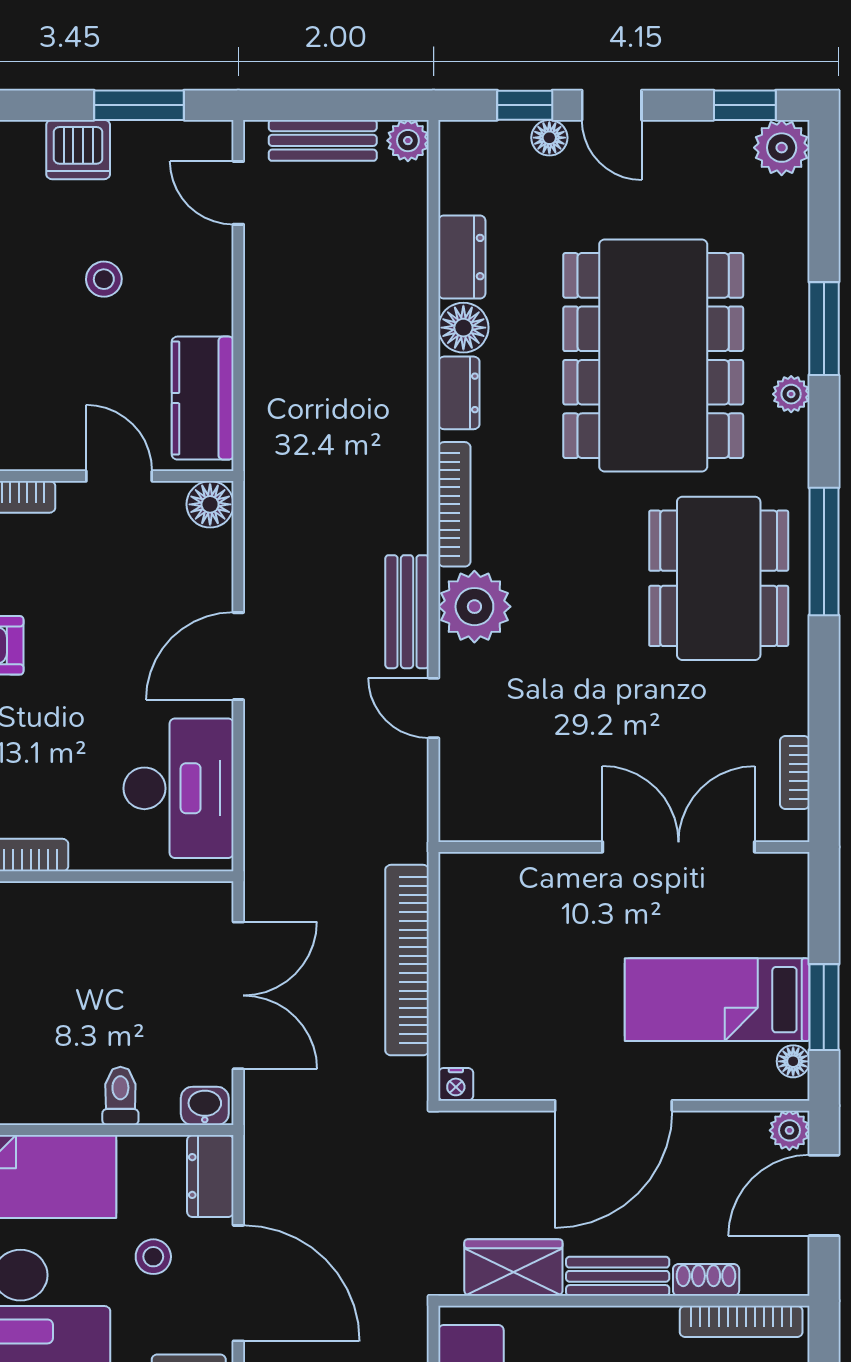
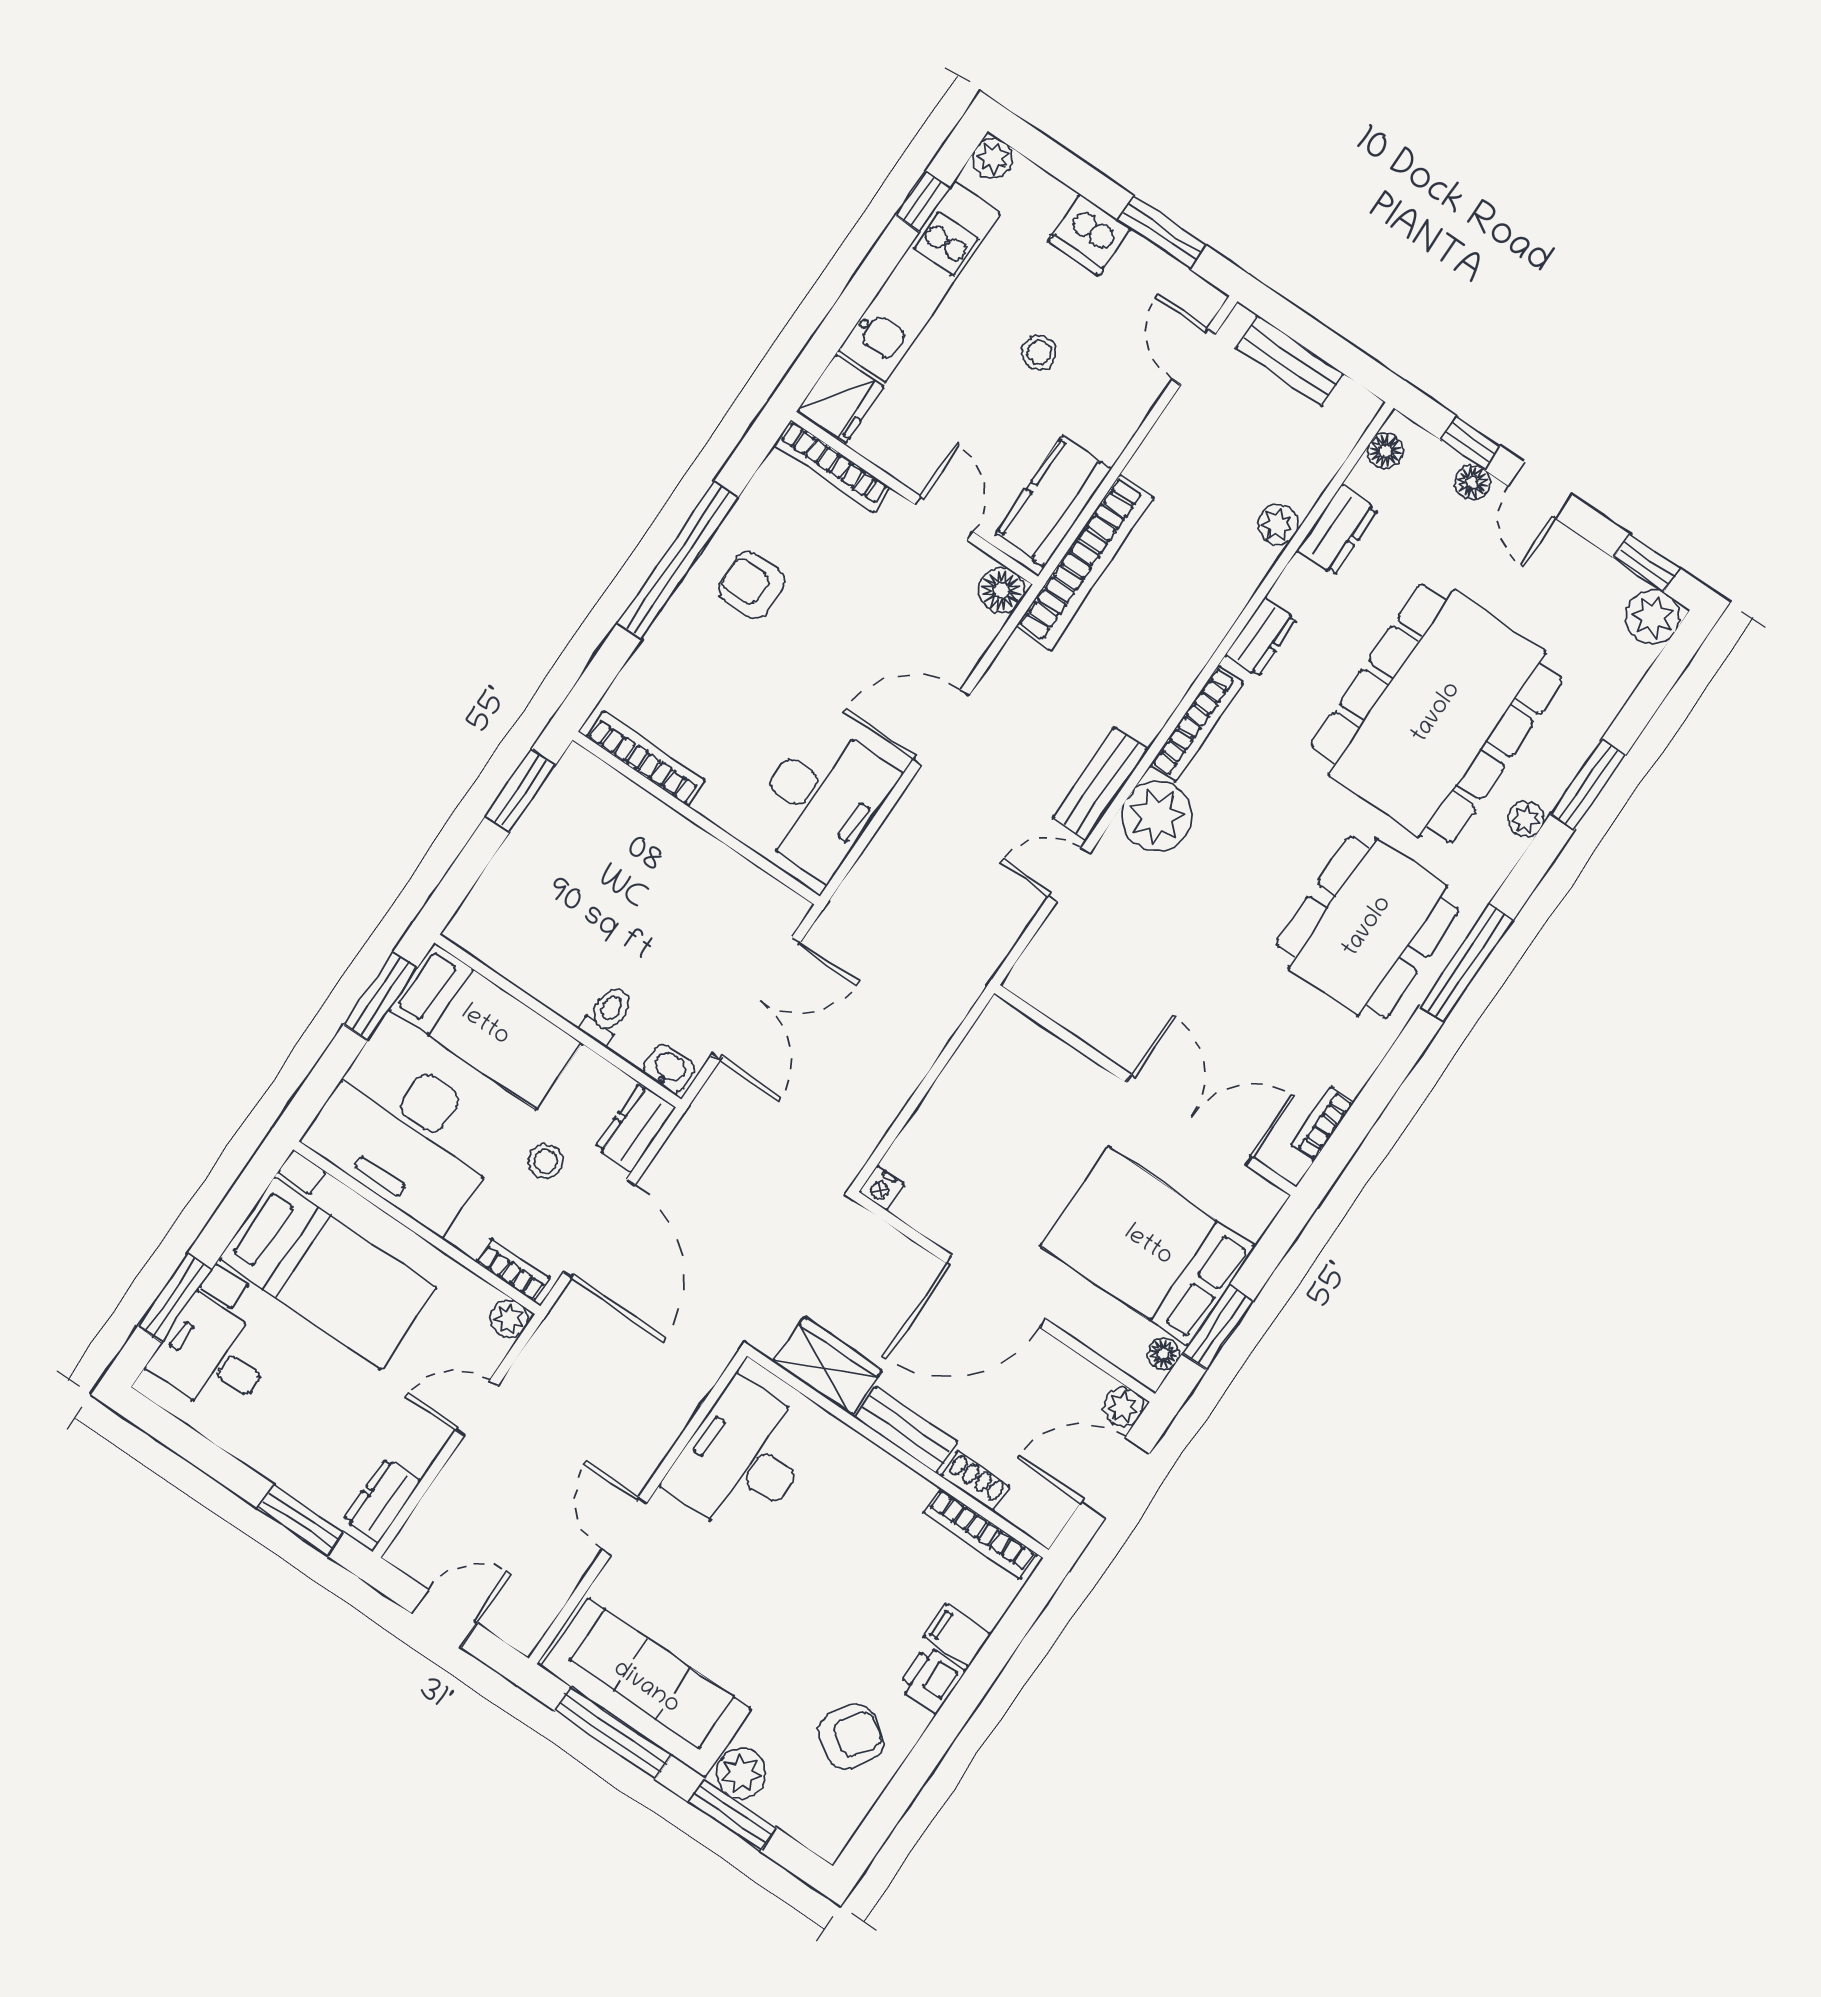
plant: (408, 141) -> (1278, 525), moved
floor lamp: (463, 328) -> (1385, 451), moved, width x0.73, depth x0.73
door: (434, 708) -> (1069, 875), hinge flipped
bookcase: (407, 960) -> (1085, 562), moved, turned 180
bed: (717, 1000) -> (1148, 1246), width x1.50

